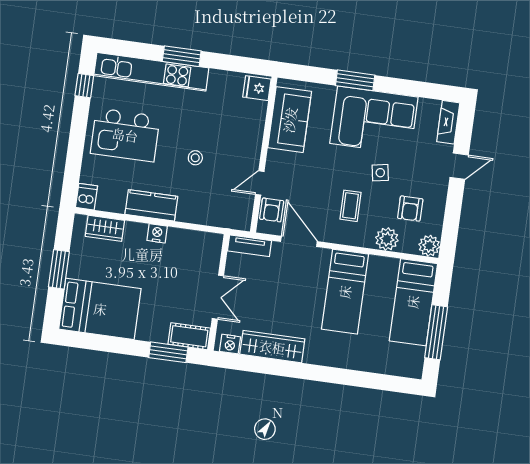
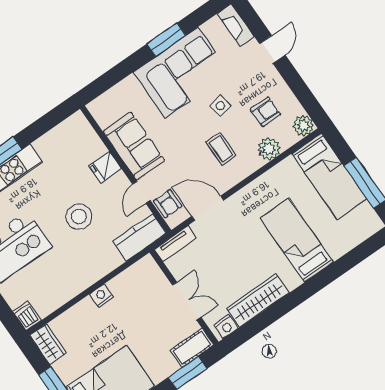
window: (355, 80) -> (166, 40), moved
fridge: (257, 88) -> (105, 167), moved
sofa: (290, 120) -> (134, 146), moved
stool: (195, 158) -> (79, 217), width x1.89, depth x1.89
kitchen counter: (151, 205) -> (140, 237), moved
armchair: (410, 209) -> (265, 112), turned -90
wardrobe: (105, 228) -> (48, 344), moved, turned -90
bed: (345, 292) -> (297, 240), moved, turned 180

